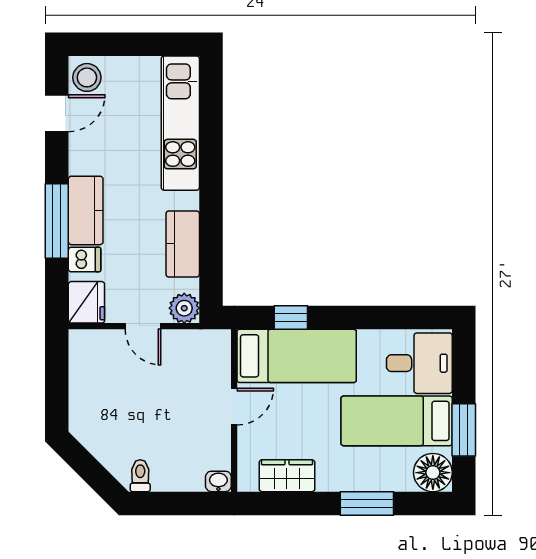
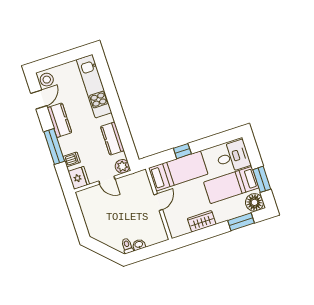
kitchen counter: (86, 210) -> (59, 120), moved
window: (291, 317) -> (182, 151), moved
wardrobe: (287, 476) -> (202, 221), moved
washbasin: (218, 481) -> (139, 245), moved
window: (367, 503) -> (241, 222), moved

